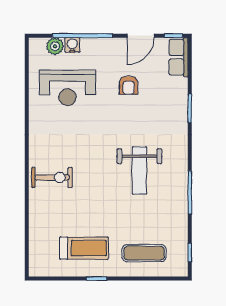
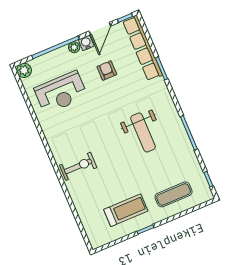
plant: (103, 44) -> (74, 47), added
water cooler: (72, 45) -> (86, 43), moved
plant: (55, 46) -> (24, 70), moved
row of seats: (178, 57) -> (143, 48), width x2.02
armchair: (129, 85) -> (107, 70), turned 180

